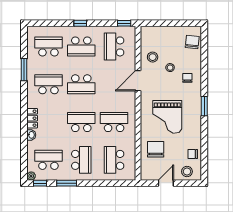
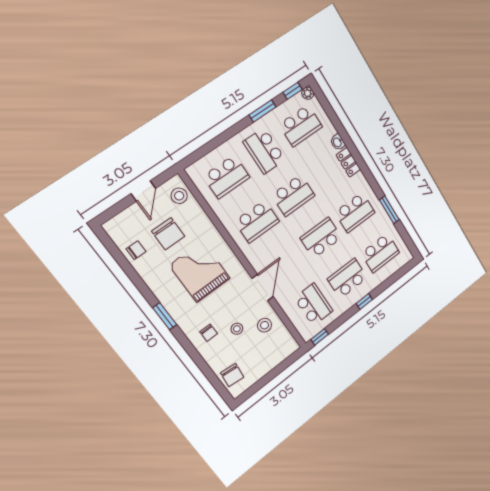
chair: (156, 149) -> (168, 234), moved
school desk: (114, 160) -> (227, 177), turned 90
stool: (187, 171) -> (179, 196), moved

